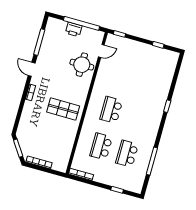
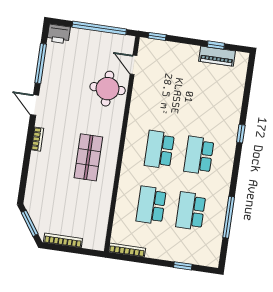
printer: (74, 29) -> (59, 34), moved
door: (101, 51) -> (134, 65), swing flipped
piano: (158, 52) -> (217, 56), added
shop shelf: (63, 109) -> (88, 157), turned 90
school desk: (137, 117) -> (199, 155), added

